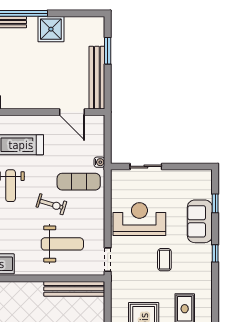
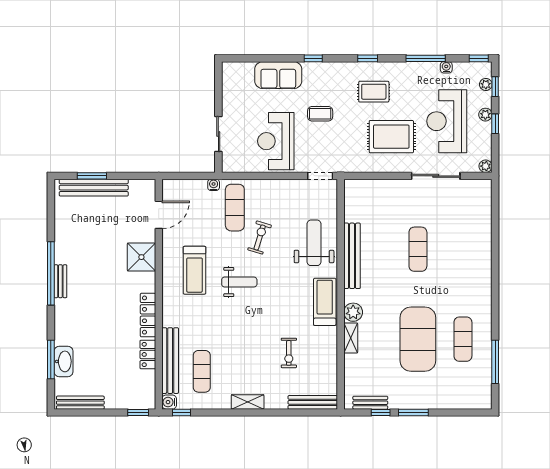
shower: (51, 29) -> (141, 257), moved
bench: (97, 78) -> (94, 188), moved
window: (215, 203) -> (368, 58), moved
weight bench: (62, 244) -> (314, 243), moved
bench: (74, 289) -> (352, 256), moved

